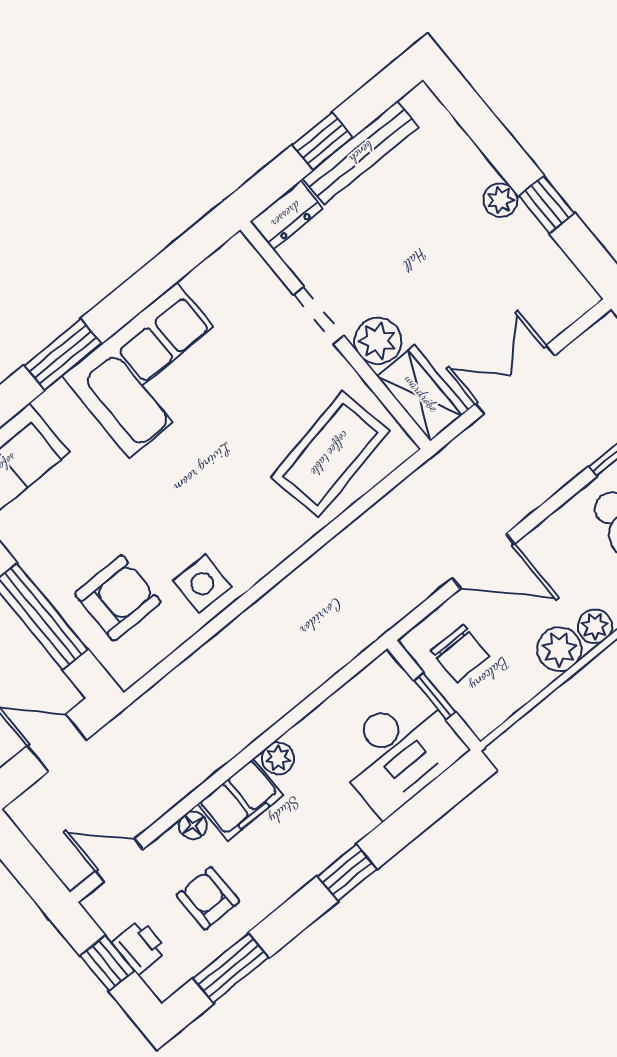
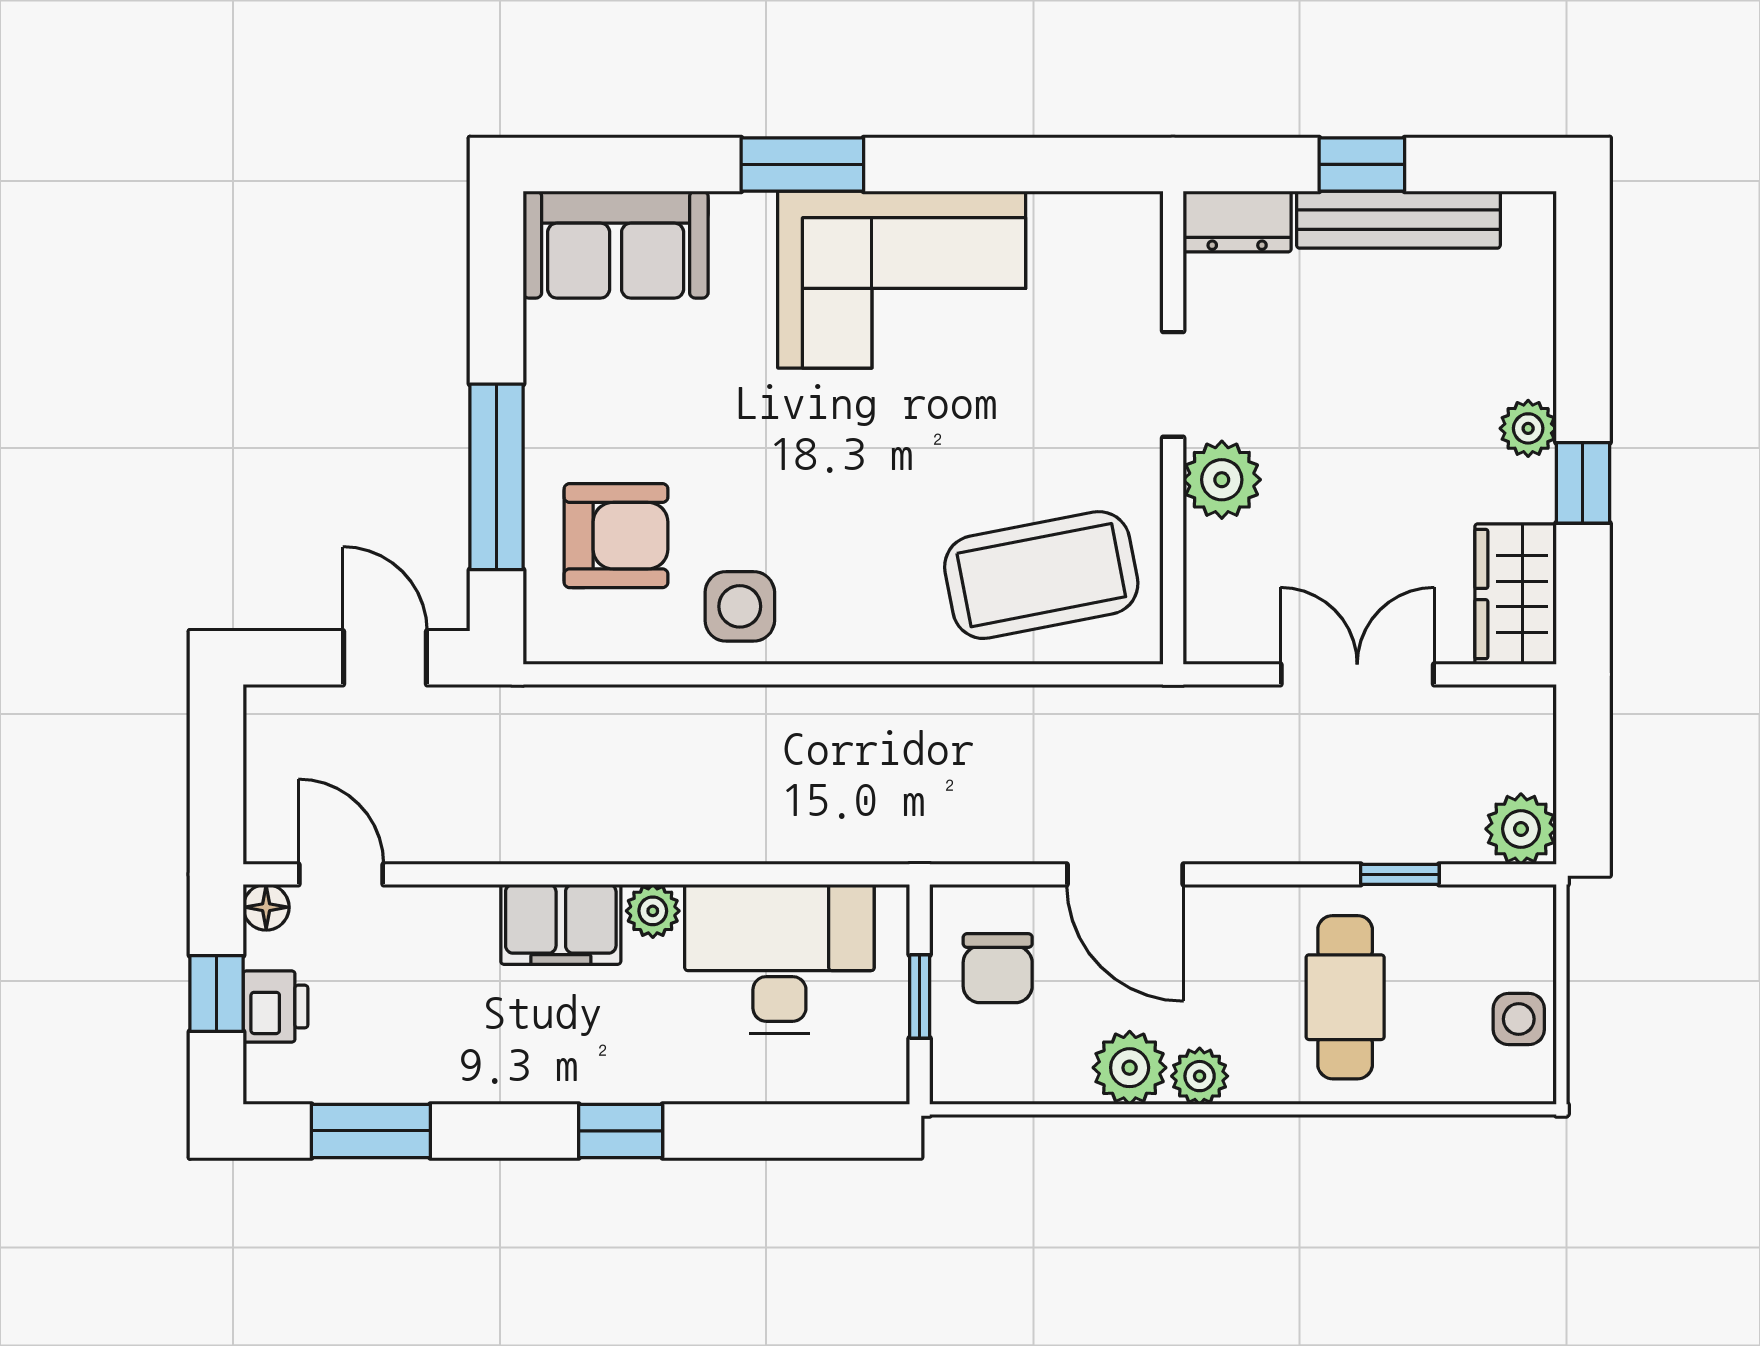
wardrobe: (422, 393) -> (1516, 594), moved, turned 180
desk: (399, 752) -> (779, 959), moved, turned 180
floor lamp: (193, 825) -> (266, 907), moved
armchair: (208, 898) -> (415, 1017), removed

